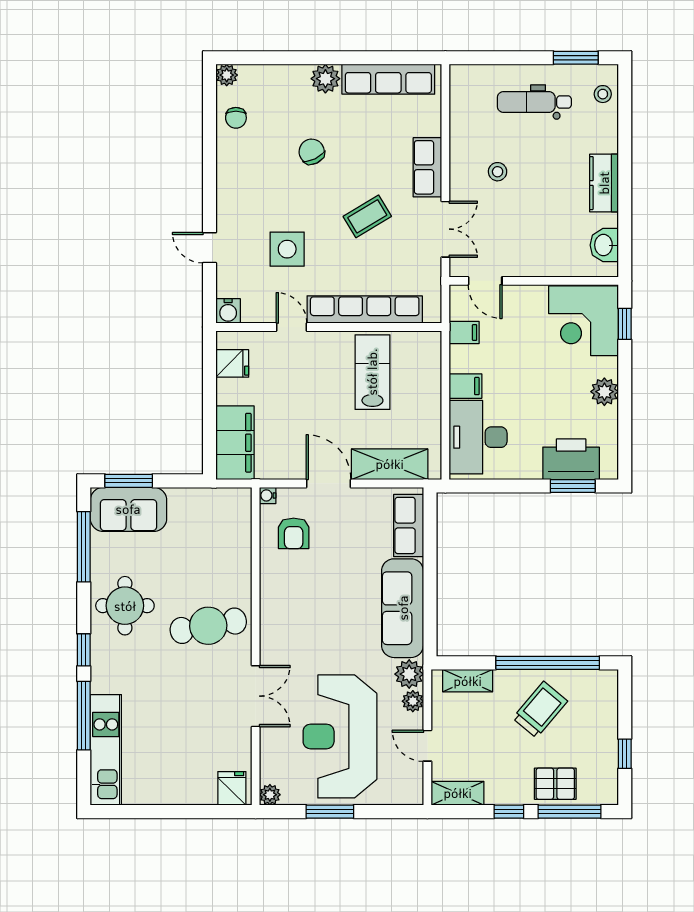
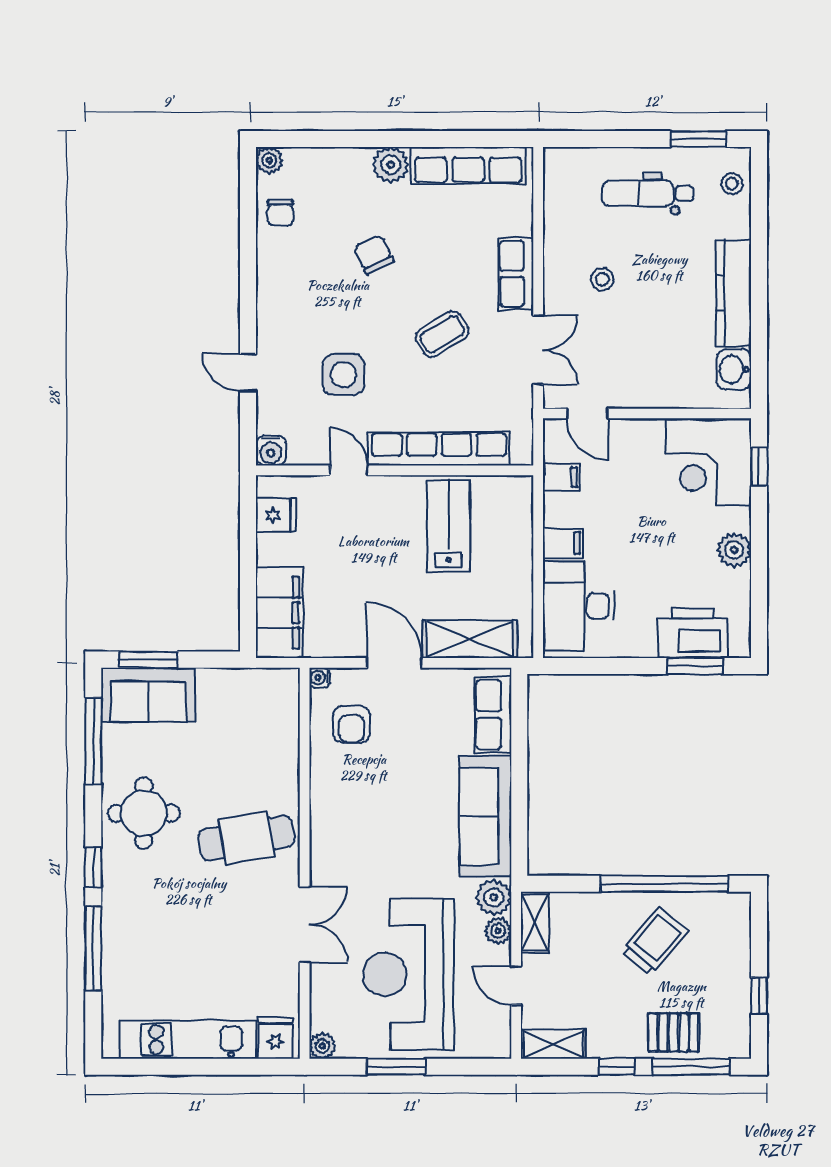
kitchen counter: (604, 183) -> (733, 293), width x1.50
shelving: (468, 681) -> (535, 922), moved, turned 90
kitchen unit: (106, 750) -> (188, 1040), moved, turned -90

